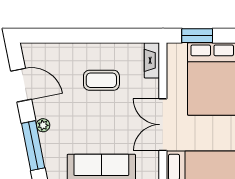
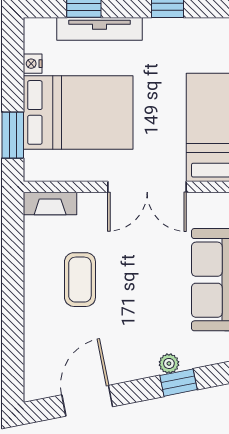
plant: (43, 125) -> (169, 363), moved
window: (33, 146) -> (179, 383), width x0.46

